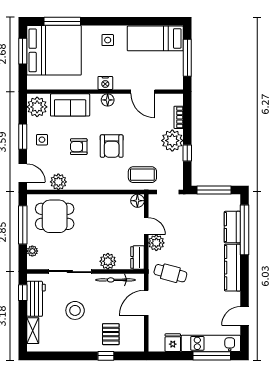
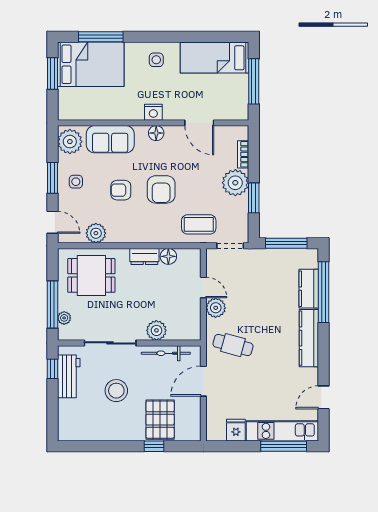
bed: (54, 50) -> (91, 64), width x0.73
window: (187, 153) -> (254, 198), width x1.50
floor lamp: (137, 201) -> (168, 256), moved
window: (23, 225) -> (52, 305), moved
dresser: (137, 257) -> (144, 256), moved, turned -90
shelving: (33, 331) -> (65, 415), removed
pallet: (111, 334) -> (160, 420), width x1.50, depth x1.42

